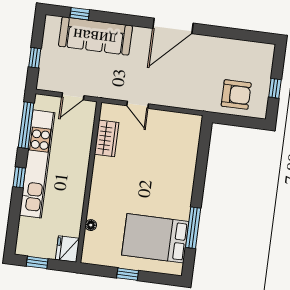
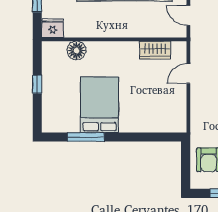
floor lamp: (91, 225) -> (76, 51), width x1.89, depth x1.89
bed: (155, 238) -> (99, 105), moved

